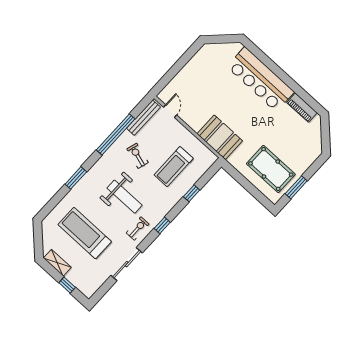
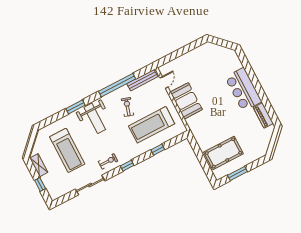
bar counter: (261, 79) -> (243, 90), width x0.73
booth: (220, 137) -> (186, 101), moved
treadmill: (174, 167) -> (152, 125), width x1.37, depth x1.38
pool table: (271, 169) -> (223, 153), turned 90
weight bench: (125, 197) -> (95, 118), moved
treadmill: (85, 233) -> (67, 150), turned 180

